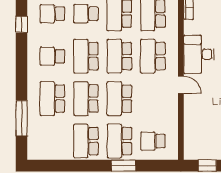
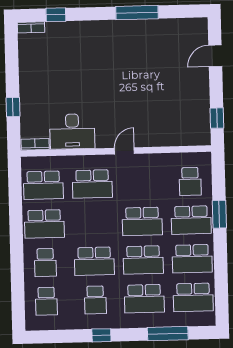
window: (22, 24) -> (101, 335), moved
desk: (199, 54) -> (72, 131), moved
school desk: (119, 56) -> (193, 297), moved

